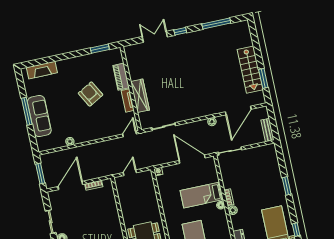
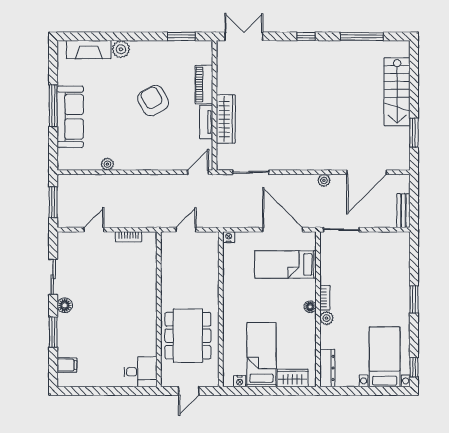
double door: (155, 37) -> (244, 36), moved
plant: (63, 65) -> (121, 49), added
stairs: (250, 70) -> (397, 92), moved
door: (70, 186) -> (94, 230), width x0.53
bed: (202, 195) -> (285, 264), moved

